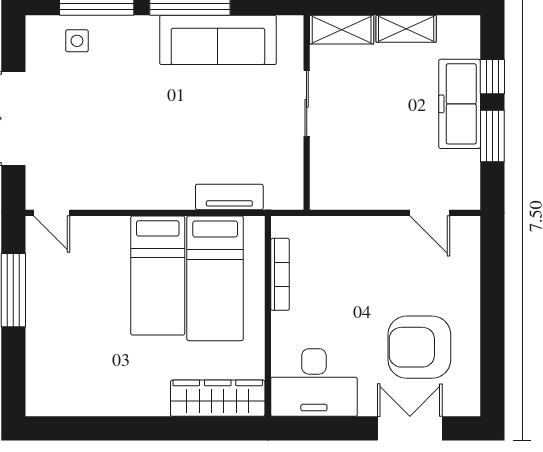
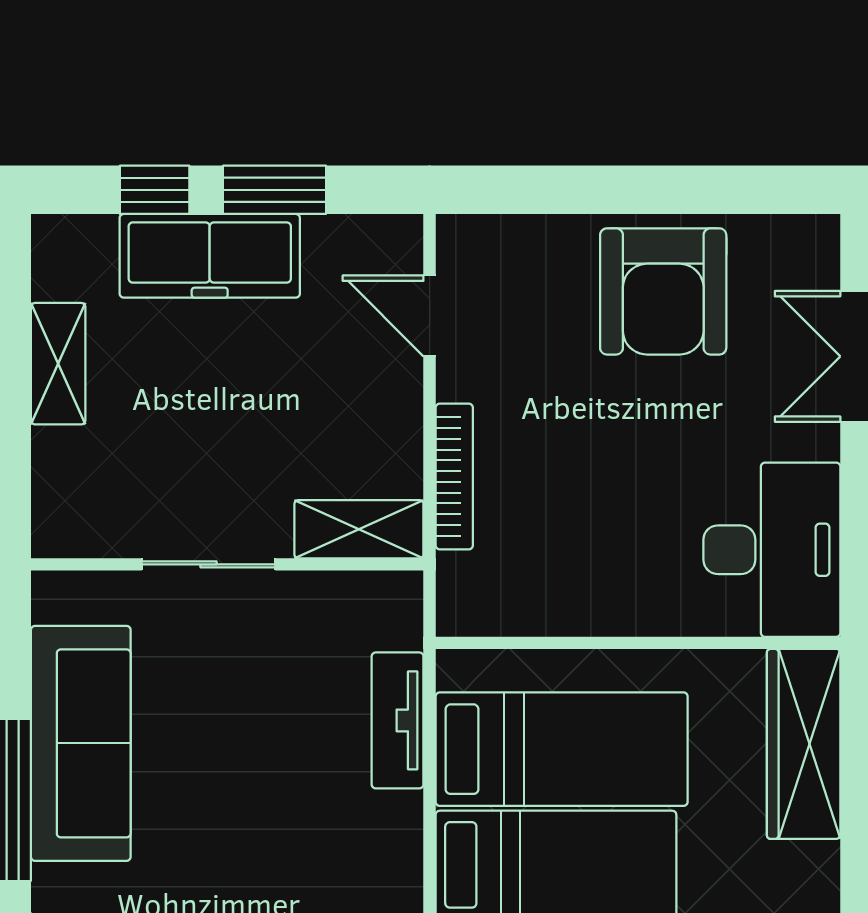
shelving: (342, 30) -> (359, 529), moved, turned 90
door: (430, 213) -> (430, 316), swing flipped
bookcase: (280, 274) -> (454, 477), moved, turned 90
armchair: (419, 347) -> (663, 291), moved

